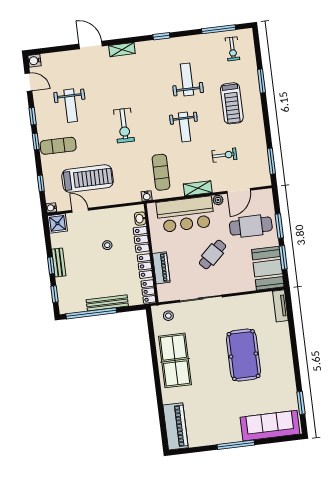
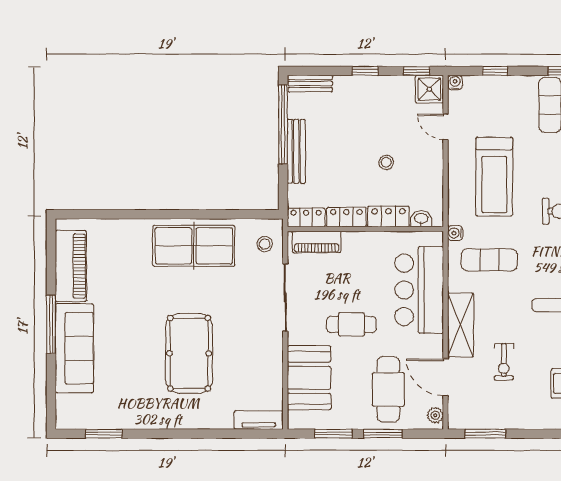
treadmill: (88, 179) -> (494, 177), moved
shelving: (198, 188) -> (460, 325), width x1.50, depth x1.33
plant: (218, 200) -> (435, 415), moved
door: (80, 210) -> (445, 127), swing flipped
cafe table: (213, 255) -> (351, 324), turned -47
bench: (59, 262) -> (310, 84), moved
piano: (161, 268) -> (316, 242), moved
booth: (268, 268) -> (309, 378), moved, turned 90
window: (54, 294) -> (417, 71), moved
pool table: (243, 355) -> (189, 353), turned 90
piano: (176, 426) -> (71, 266), moved, turned -90
sofa: (270, 426) -> (74, 348), moved

